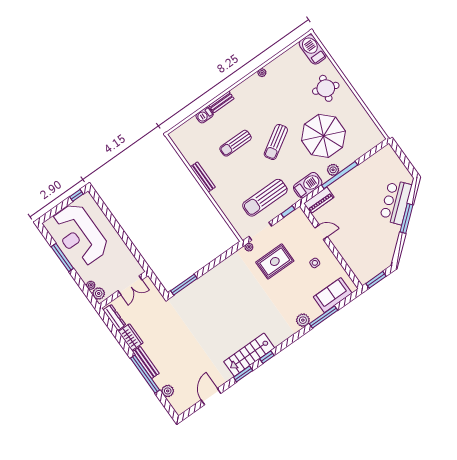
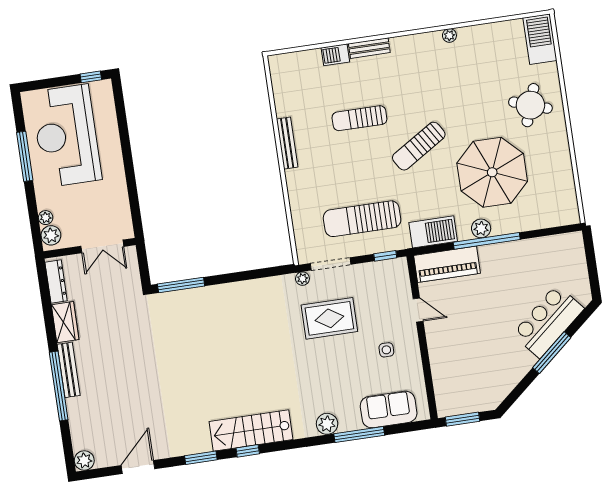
piano: (319, 200) -> (447, 264), width x1.37, depth x1.33
stairs: (249, 355) -> (251, 430), moved
plant: (168, 391) -> (84, 460), moved

